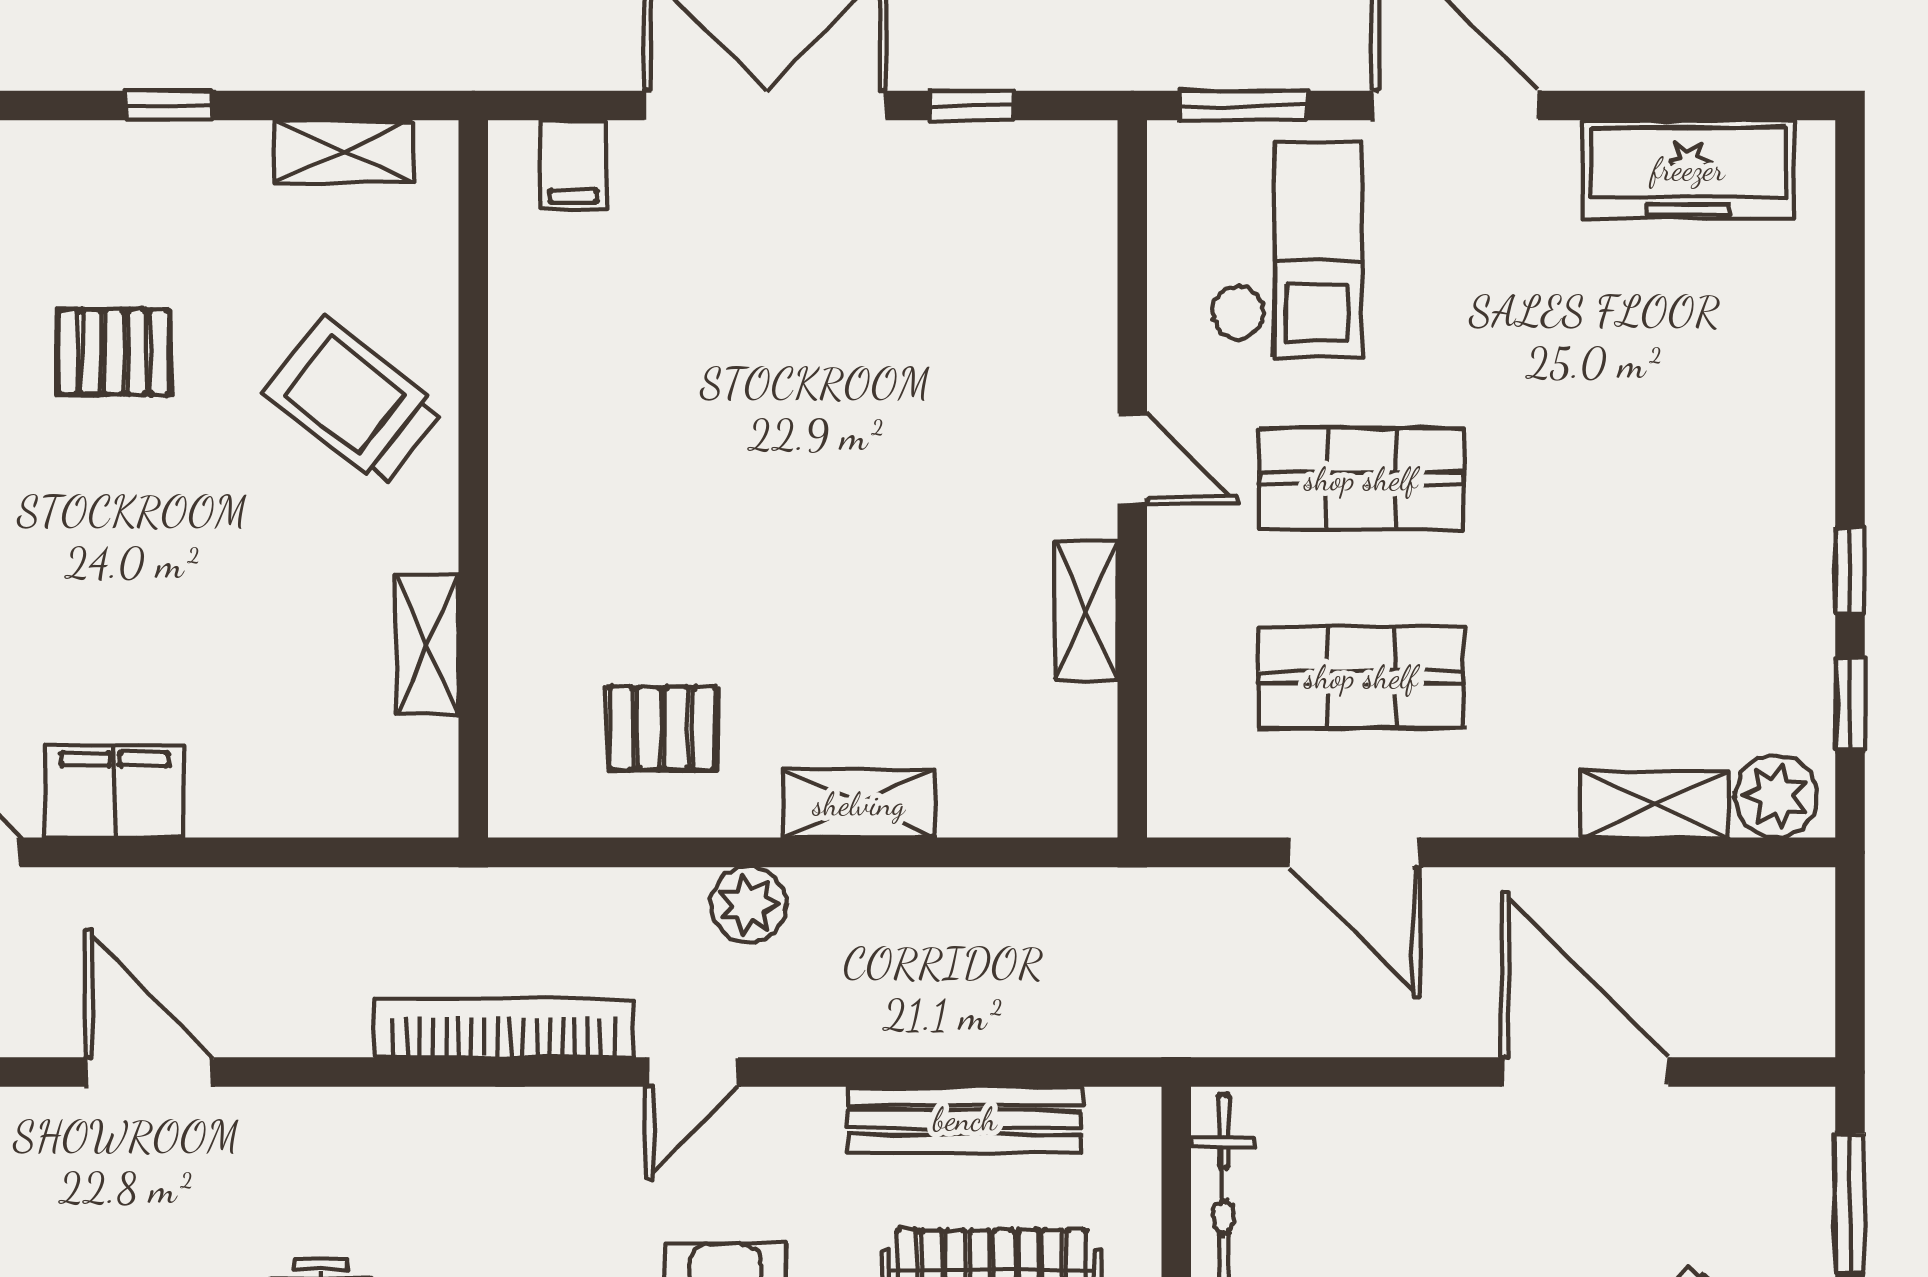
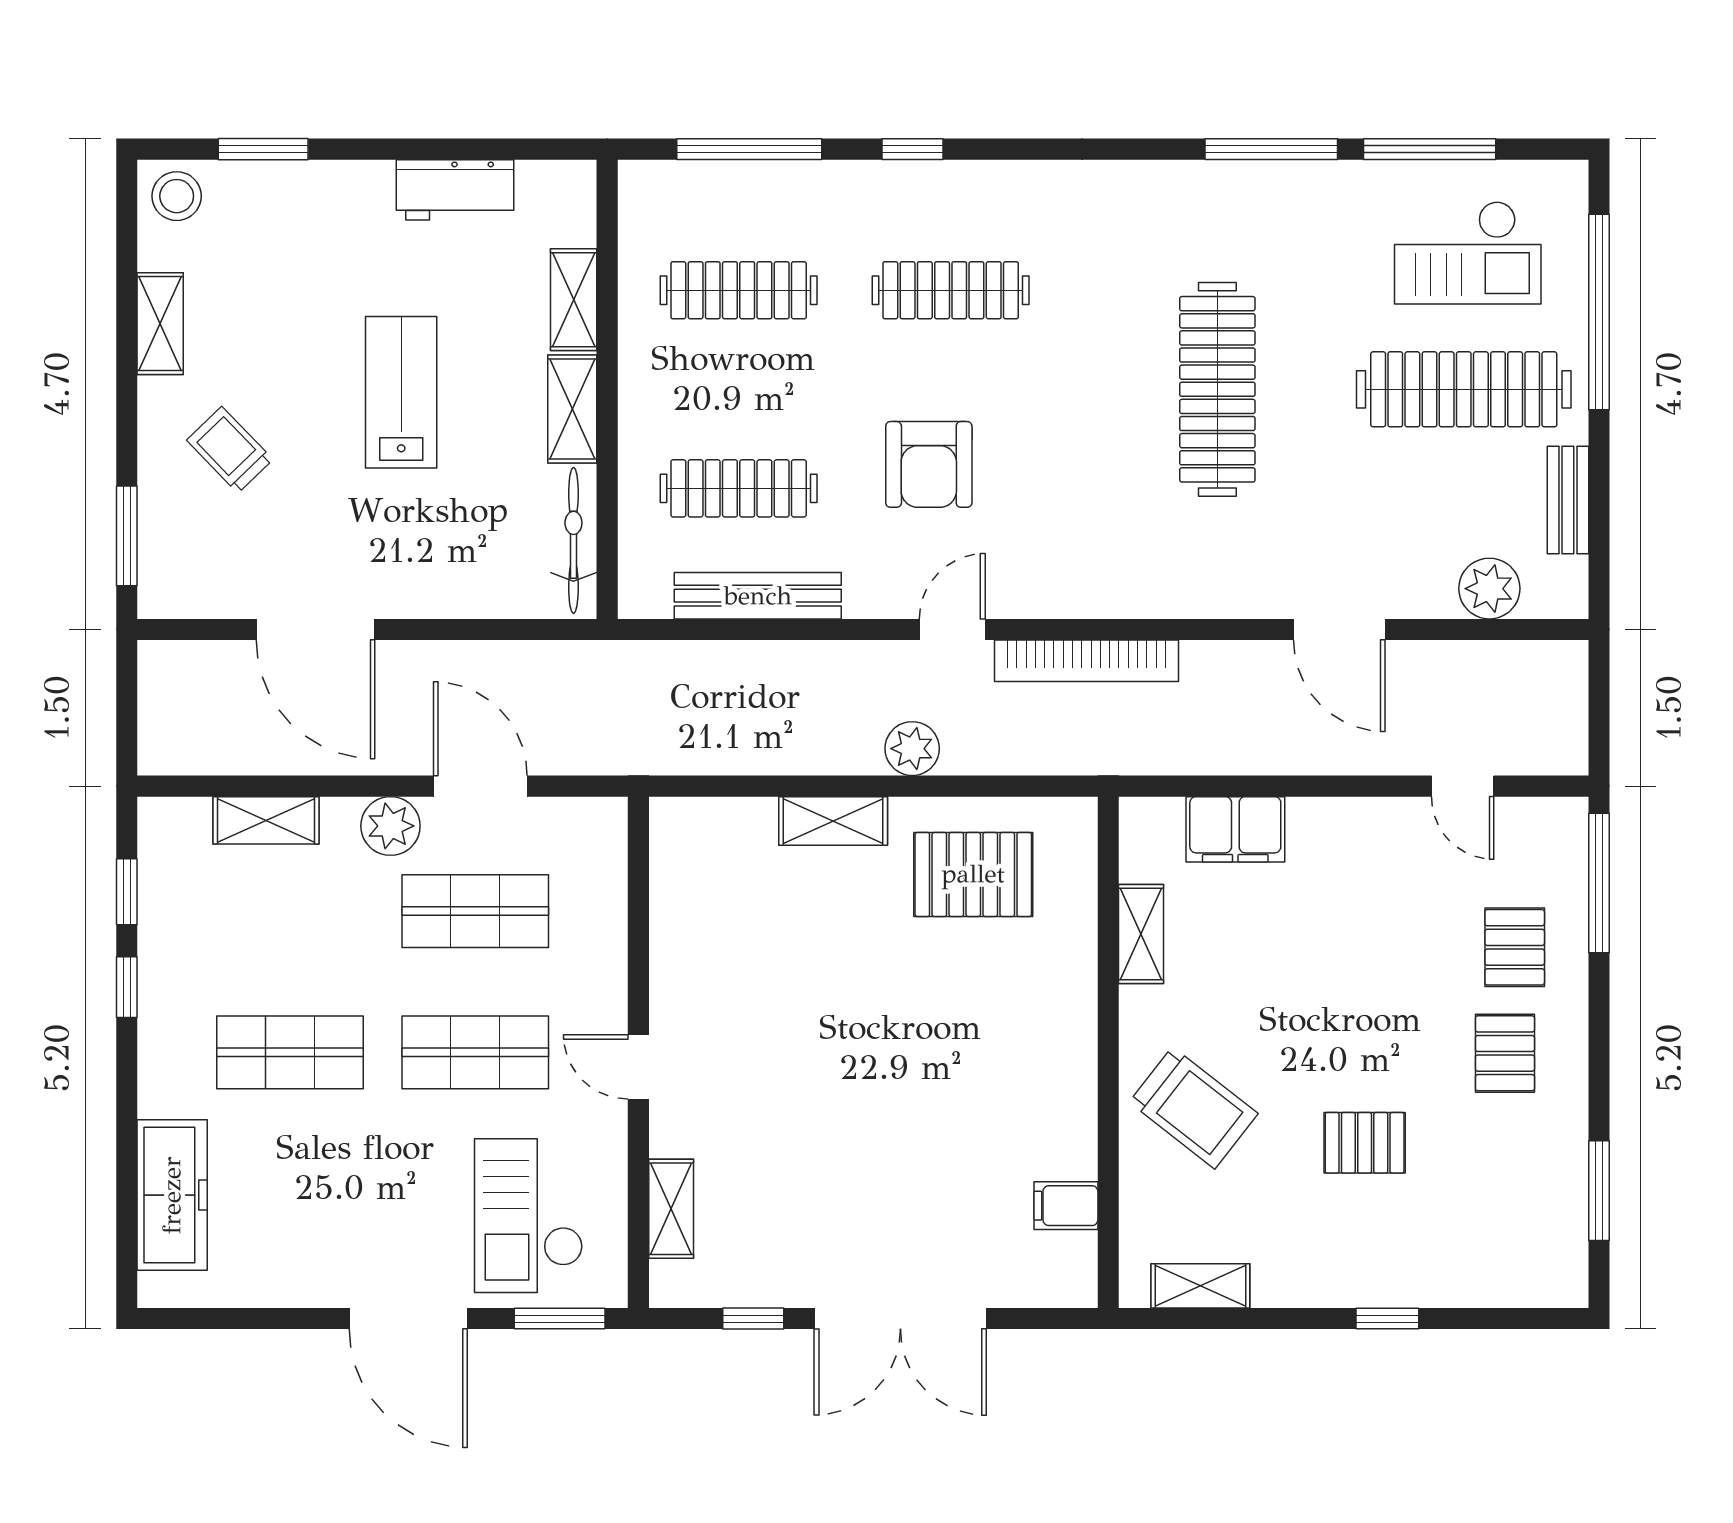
window: (169, 105) -> (1387, 1319), moved
filing cabinet: (573, 165) -> (1066, 1206), moved, turned -90
freezer: (1688, 169) -> (172, 1195), moved, turned 90
shop shelf: (1621, 479) -> (290, 1052), added
shelving: (1086, 611) -> (671, 1209), moved
pallet: (663, 728) -> (973, 874), width x1.50, depth x1.42
filing cabinet: (115, 792) -> (1235, 829), moved
plant: (1776, 796) -> (390, 826), moved

